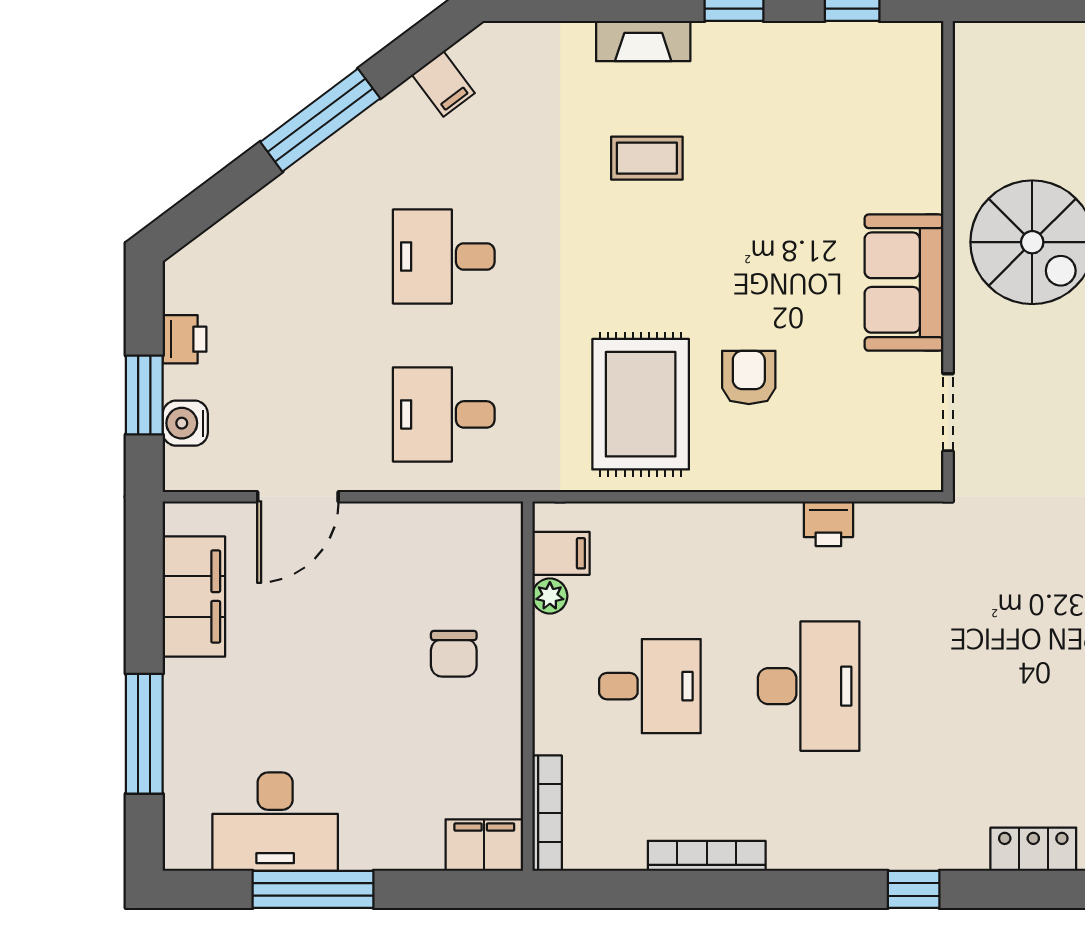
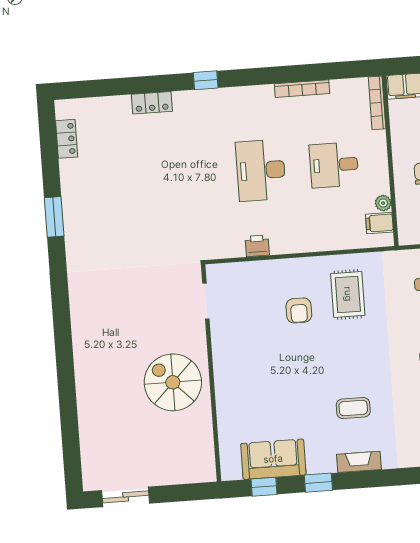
sofa: (904, 283) -> (273, 459), moved, turned -90
rug: (641, 404) -> (348, 294), width x0.73, depth x0.70

